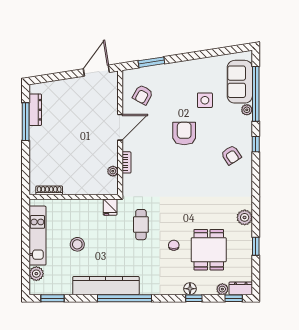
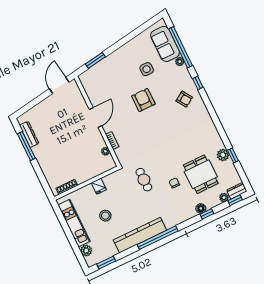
armchair: (143, 95) -> (100, 87), removed
fridge: (110, 207) -> (99, 186), moved
plant: (245, 217) -> (223, 155), moved

